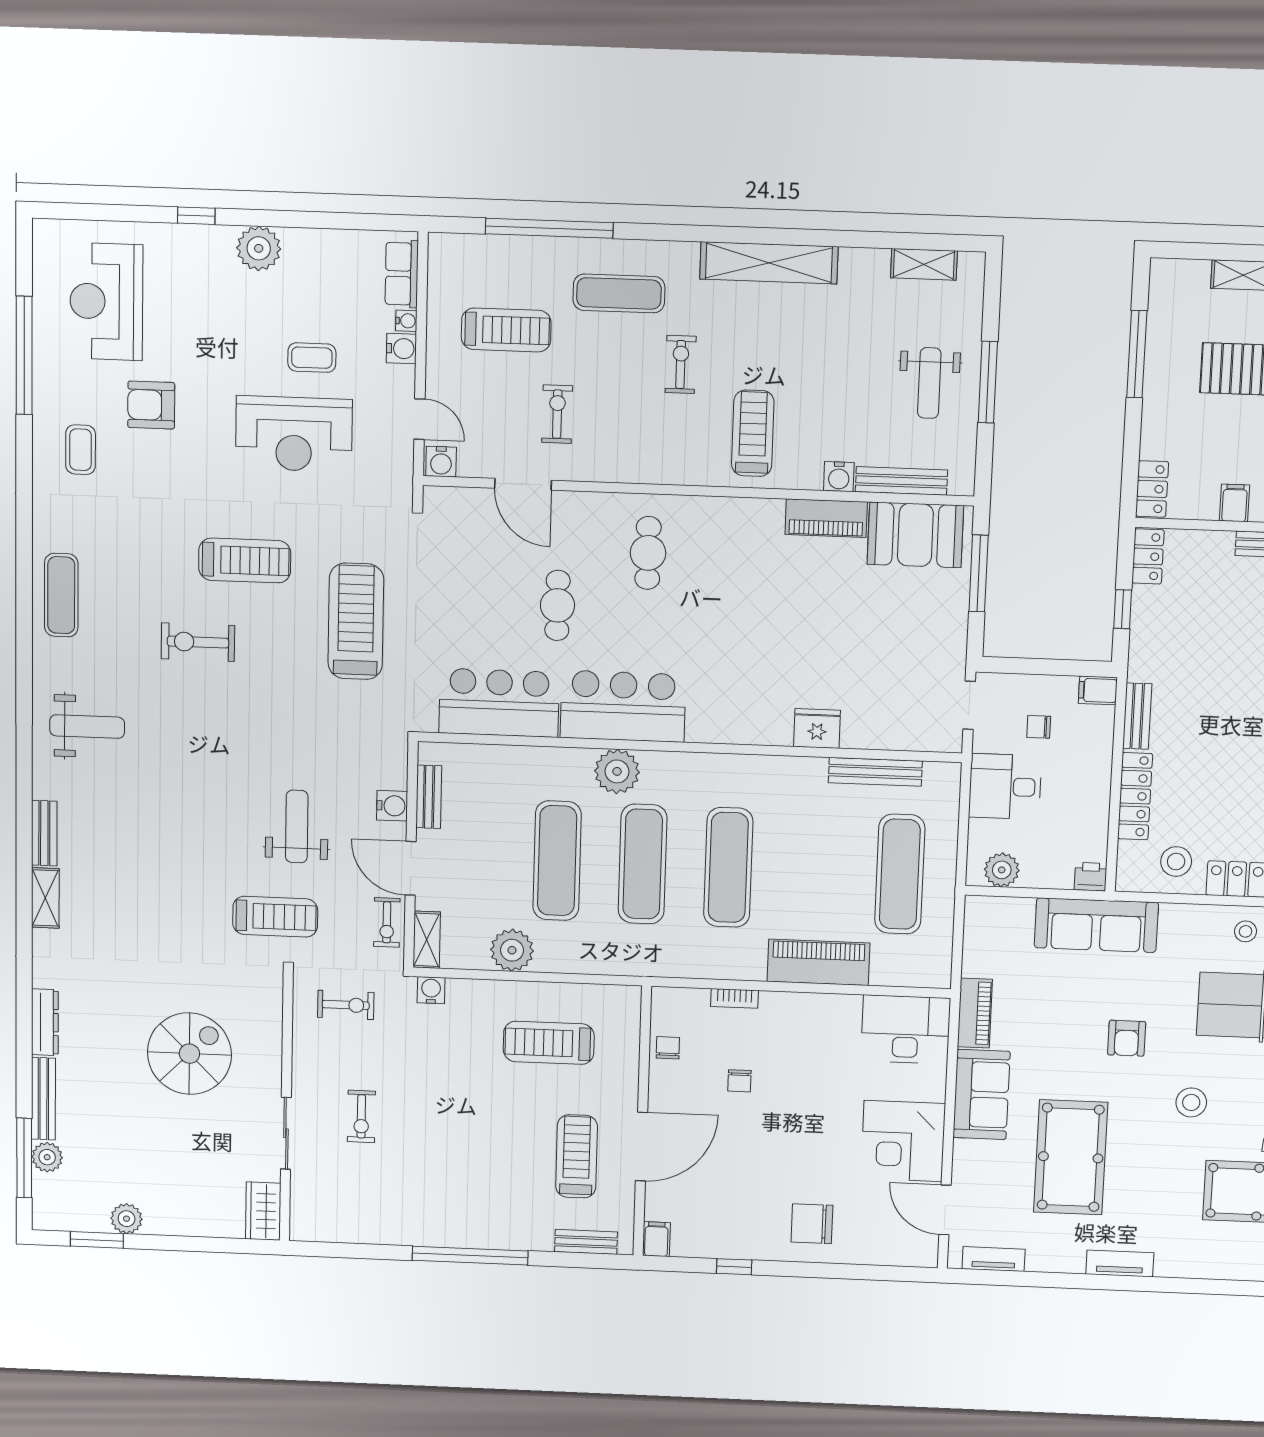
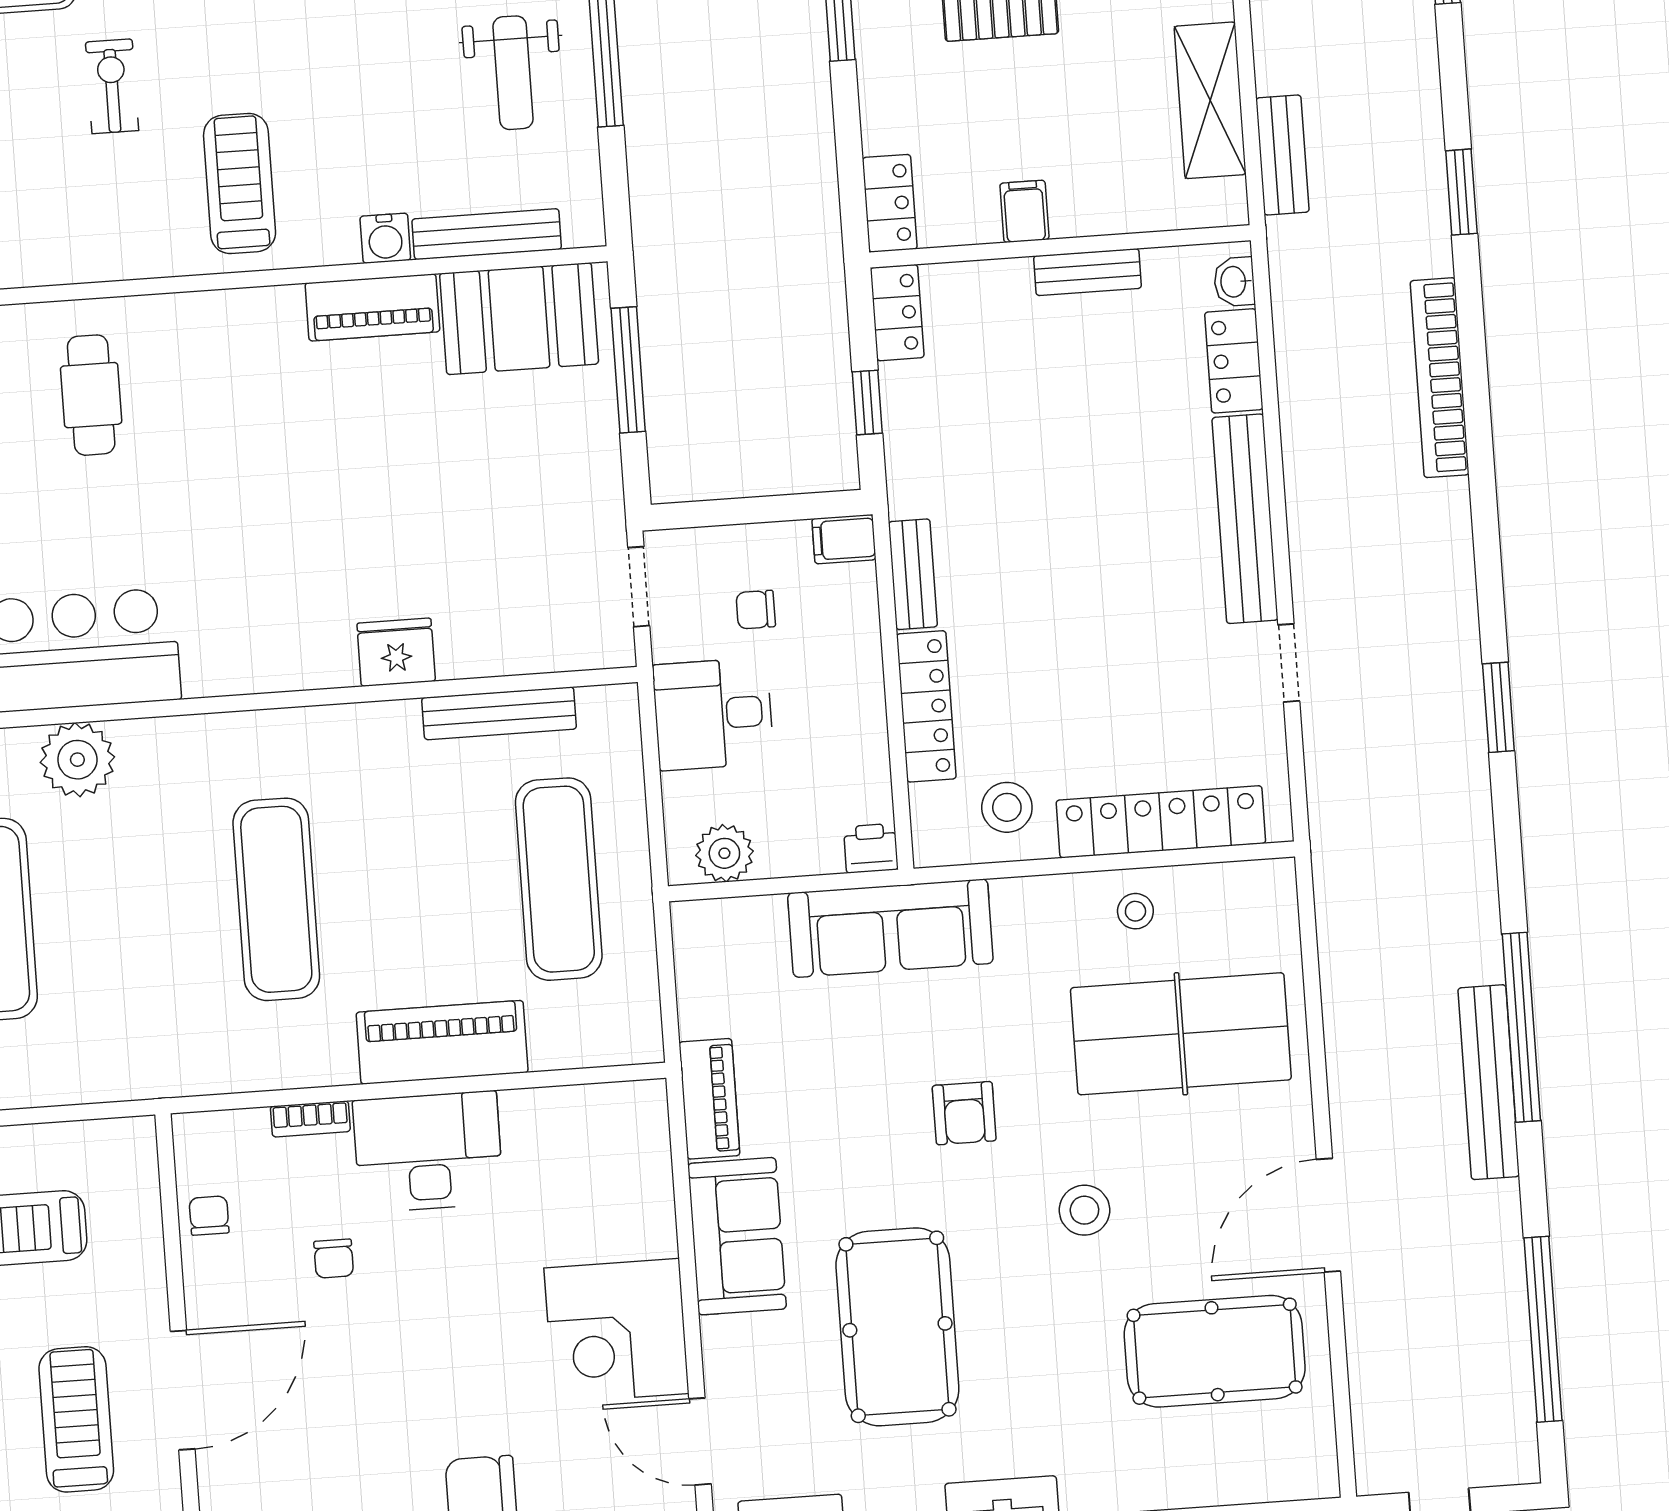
exercise mat: (643, 864) -> (135, 909), removed
desk: (906, 1029) -> (428, 1152), moved

